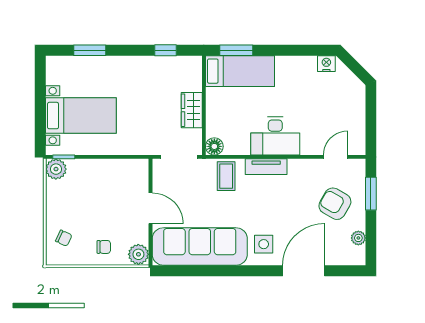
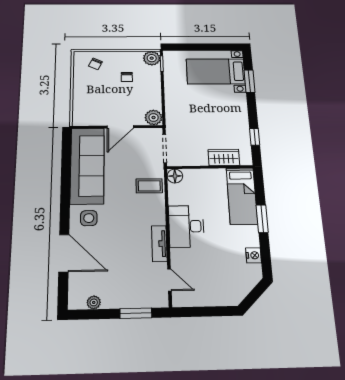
window: (236, 50) -> (262, 219), moved
nightstand: (326, 64) -> (254, 255), moved
wardrobe: (192, 110) -> (224, 157), moved
bed with nightstands: (81, 116) -> (216, 71), moved, turned 90
tv unit: (266, 167) -> (159, 244), moved
armchair: (335, 204) -> (126, 280), removed
chair: (104, 247) -> (127, 77), moved
plant: (138, 254) -> (154, 118), moved

